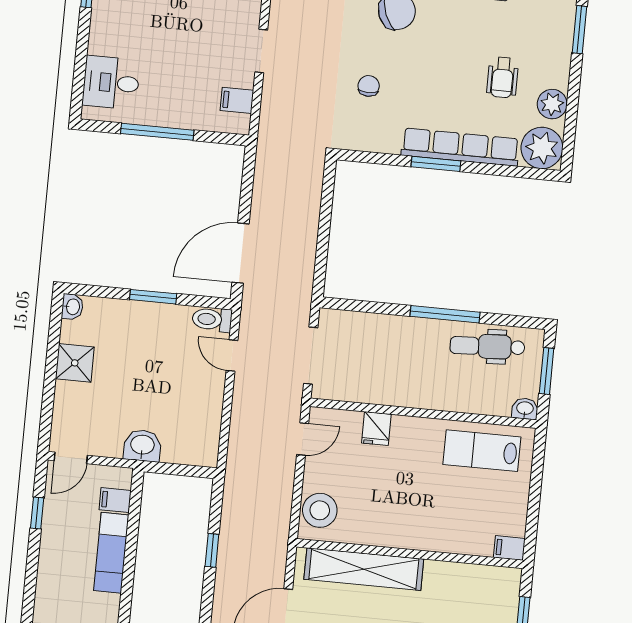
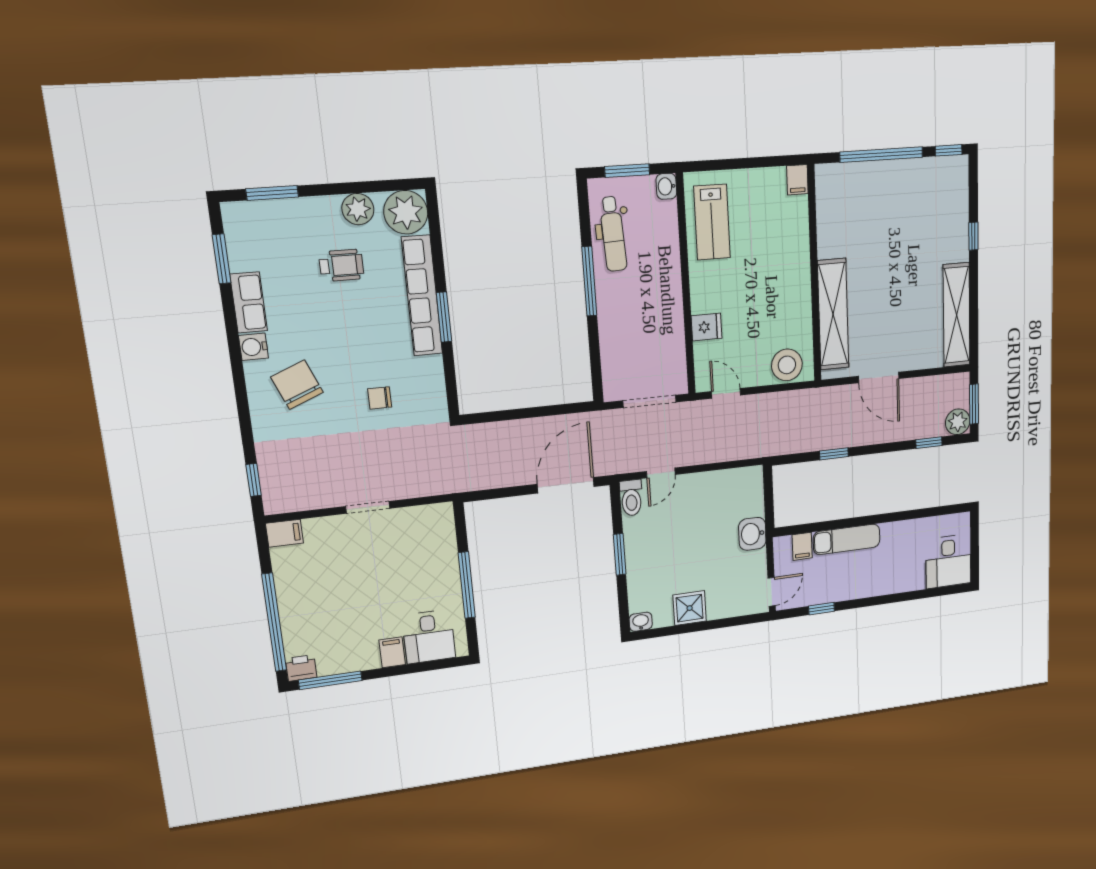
filing cabinet: (237, 100) -> (392, 652), moved, turned 180
door: (241, 253) -> (566, 485), swing flipped
door: (71, 458) -> (772, 592), hinge flipped

